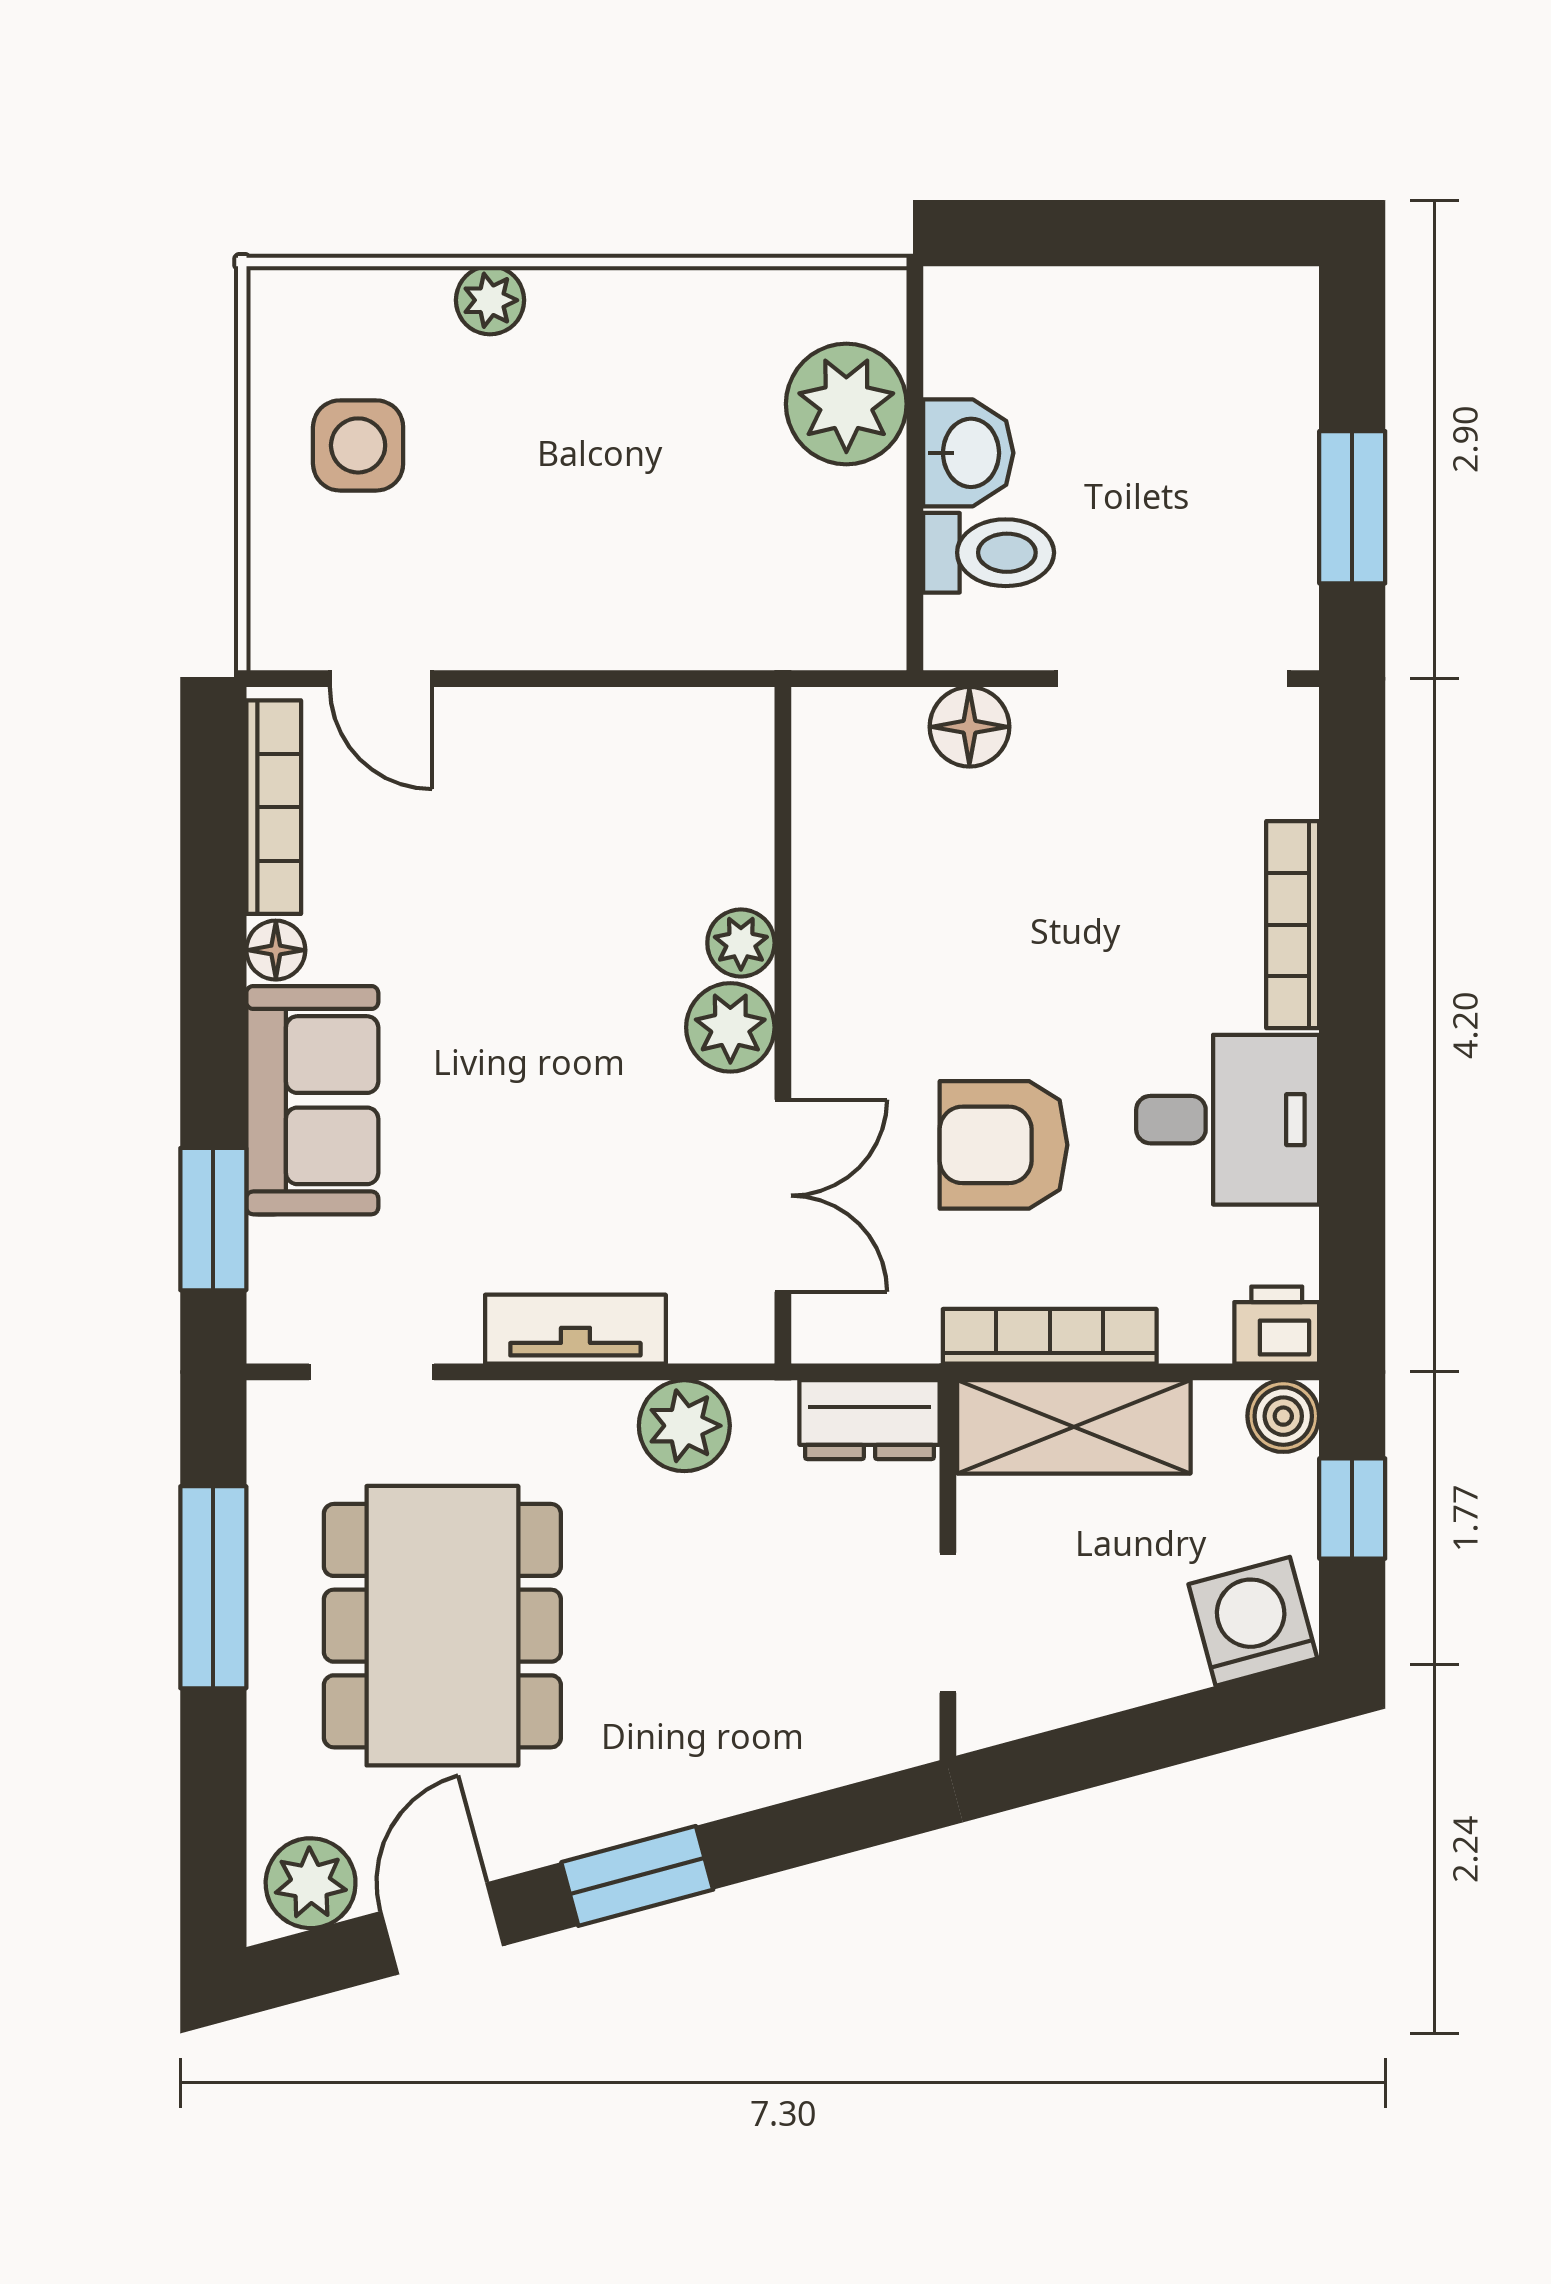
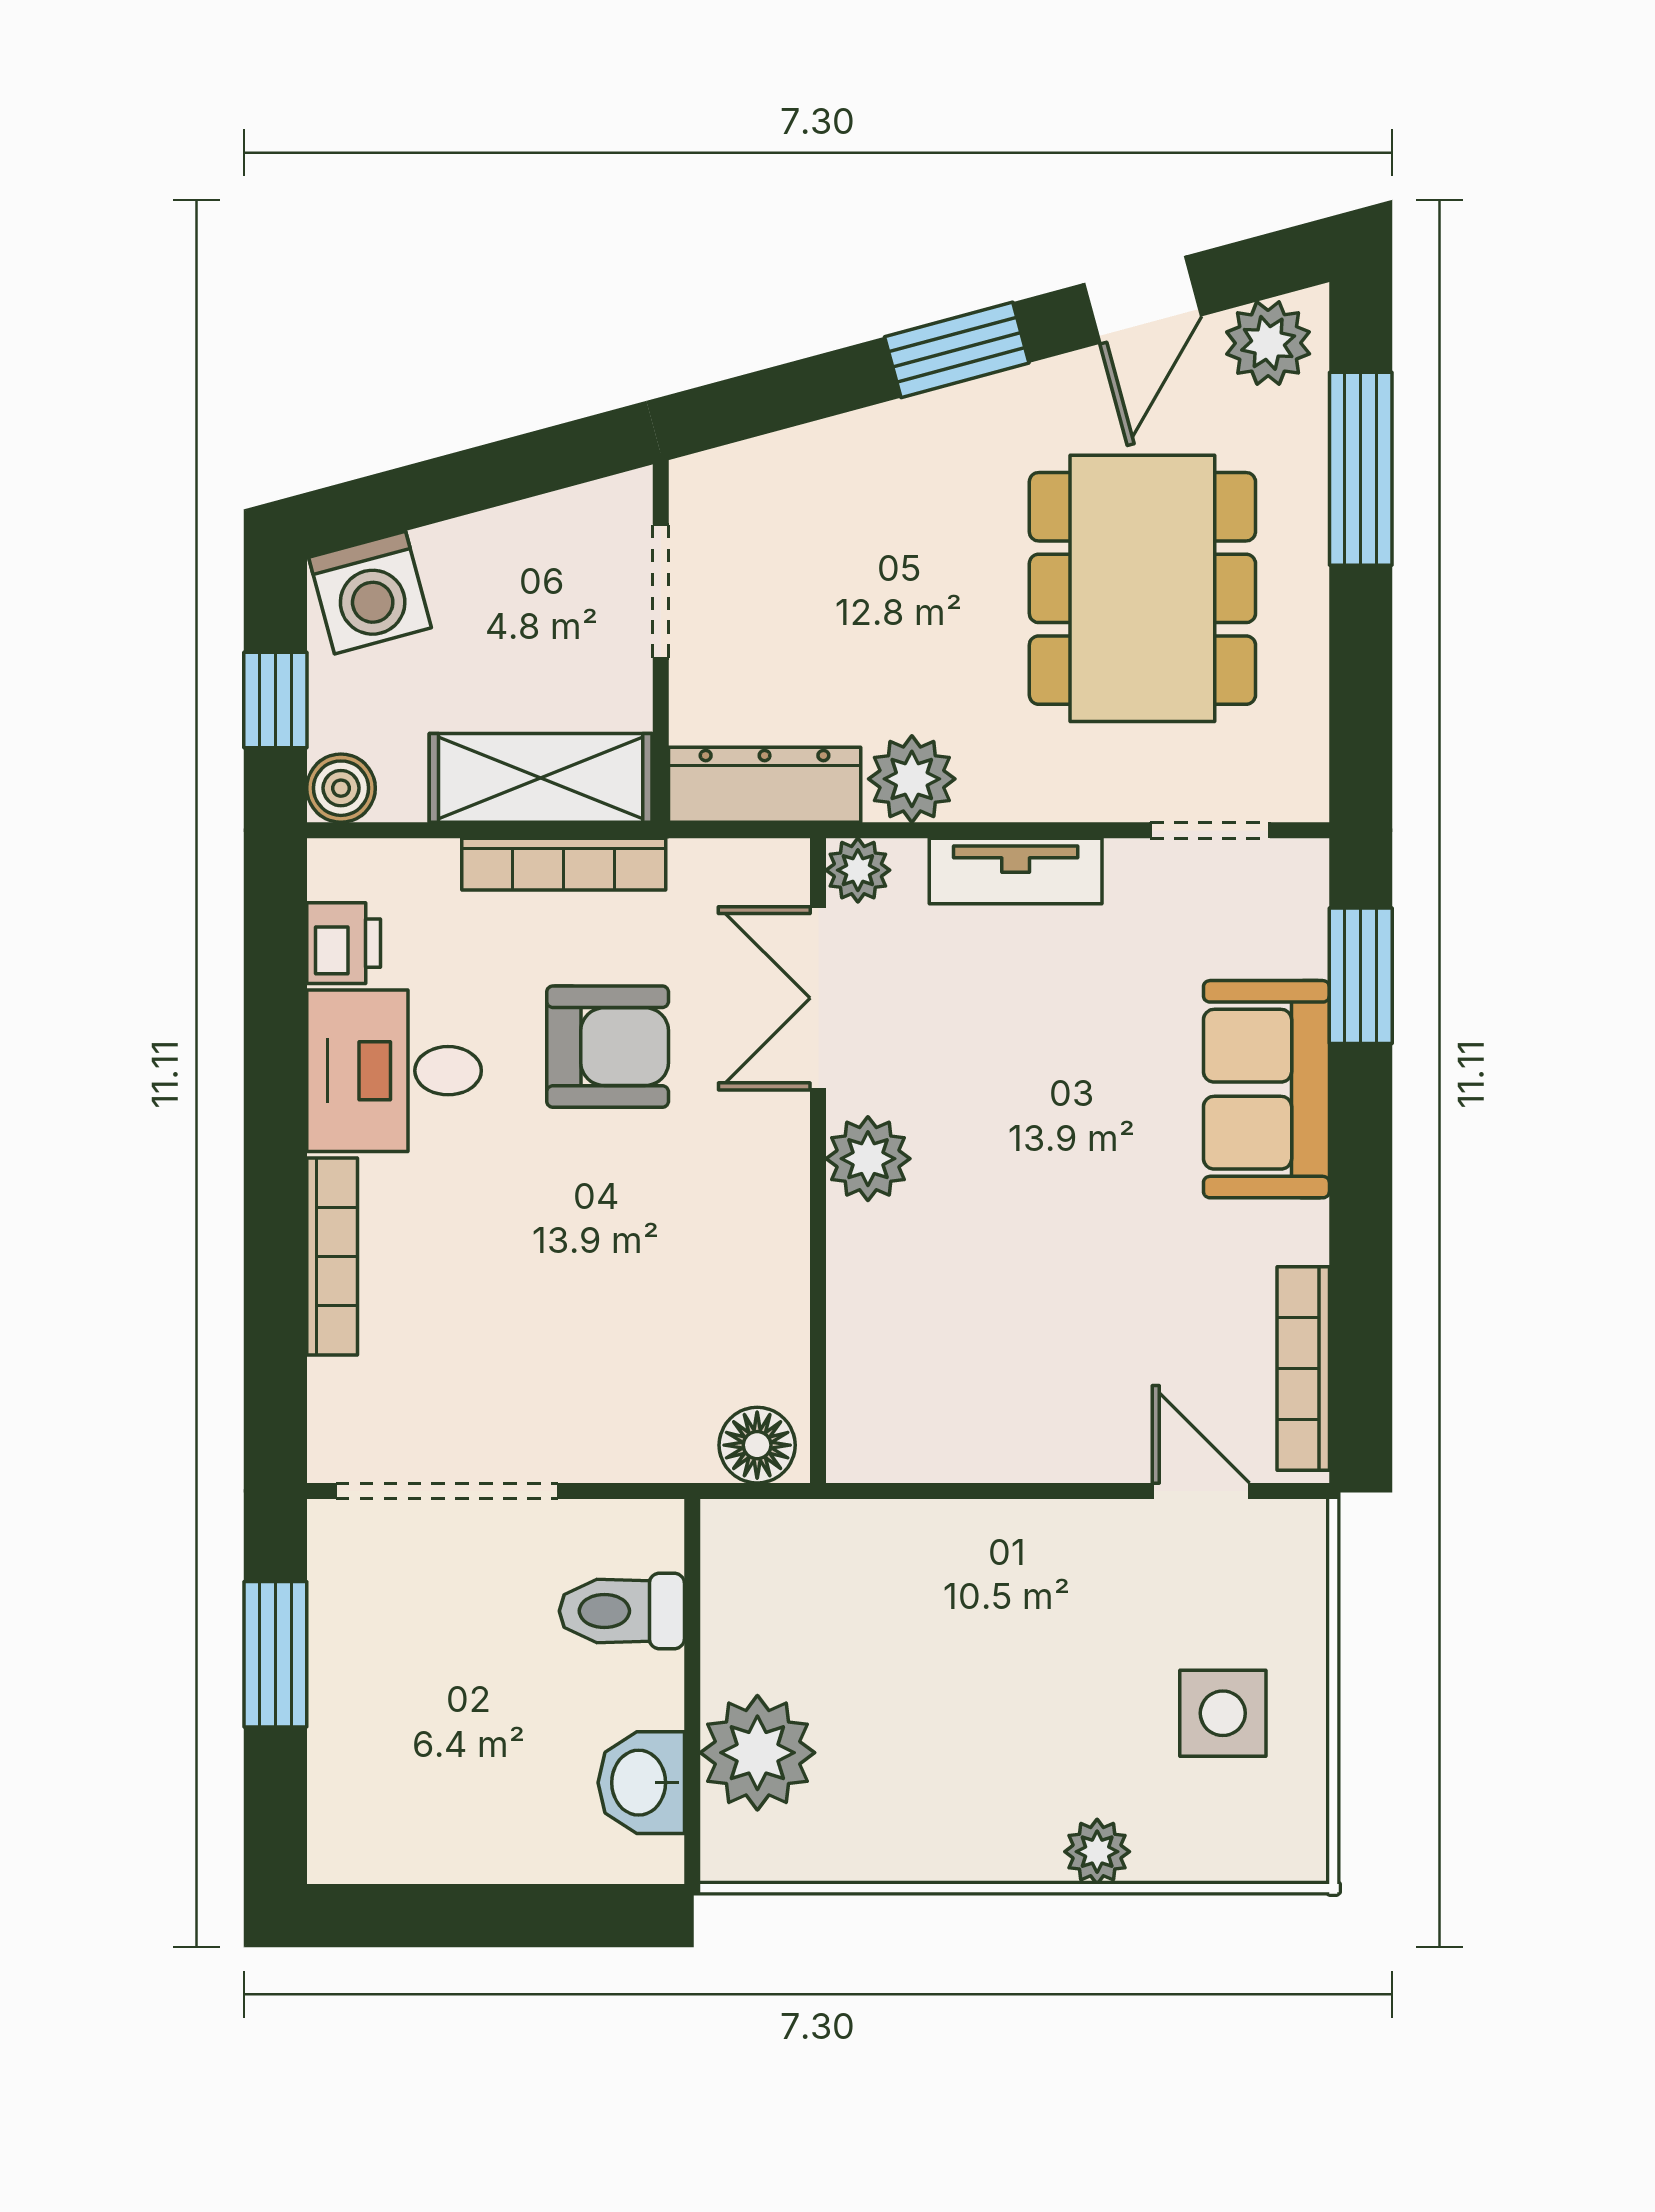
washbasin: (968, 453) -> (641, 1783), moved
floor lamp: (969, 727) -> (757, 1445), moved
plant: (741, 943) -> (858, 870), moved
floor lamp: (276, 950) -> (1301, 1232), removed
printer: (1277, 1325) -> (344, 943), moved, turned -90
dresser: (870, 1420) -> (765, 785), width x1.44
window: (213, 1587) -> (1361, 469), moved

